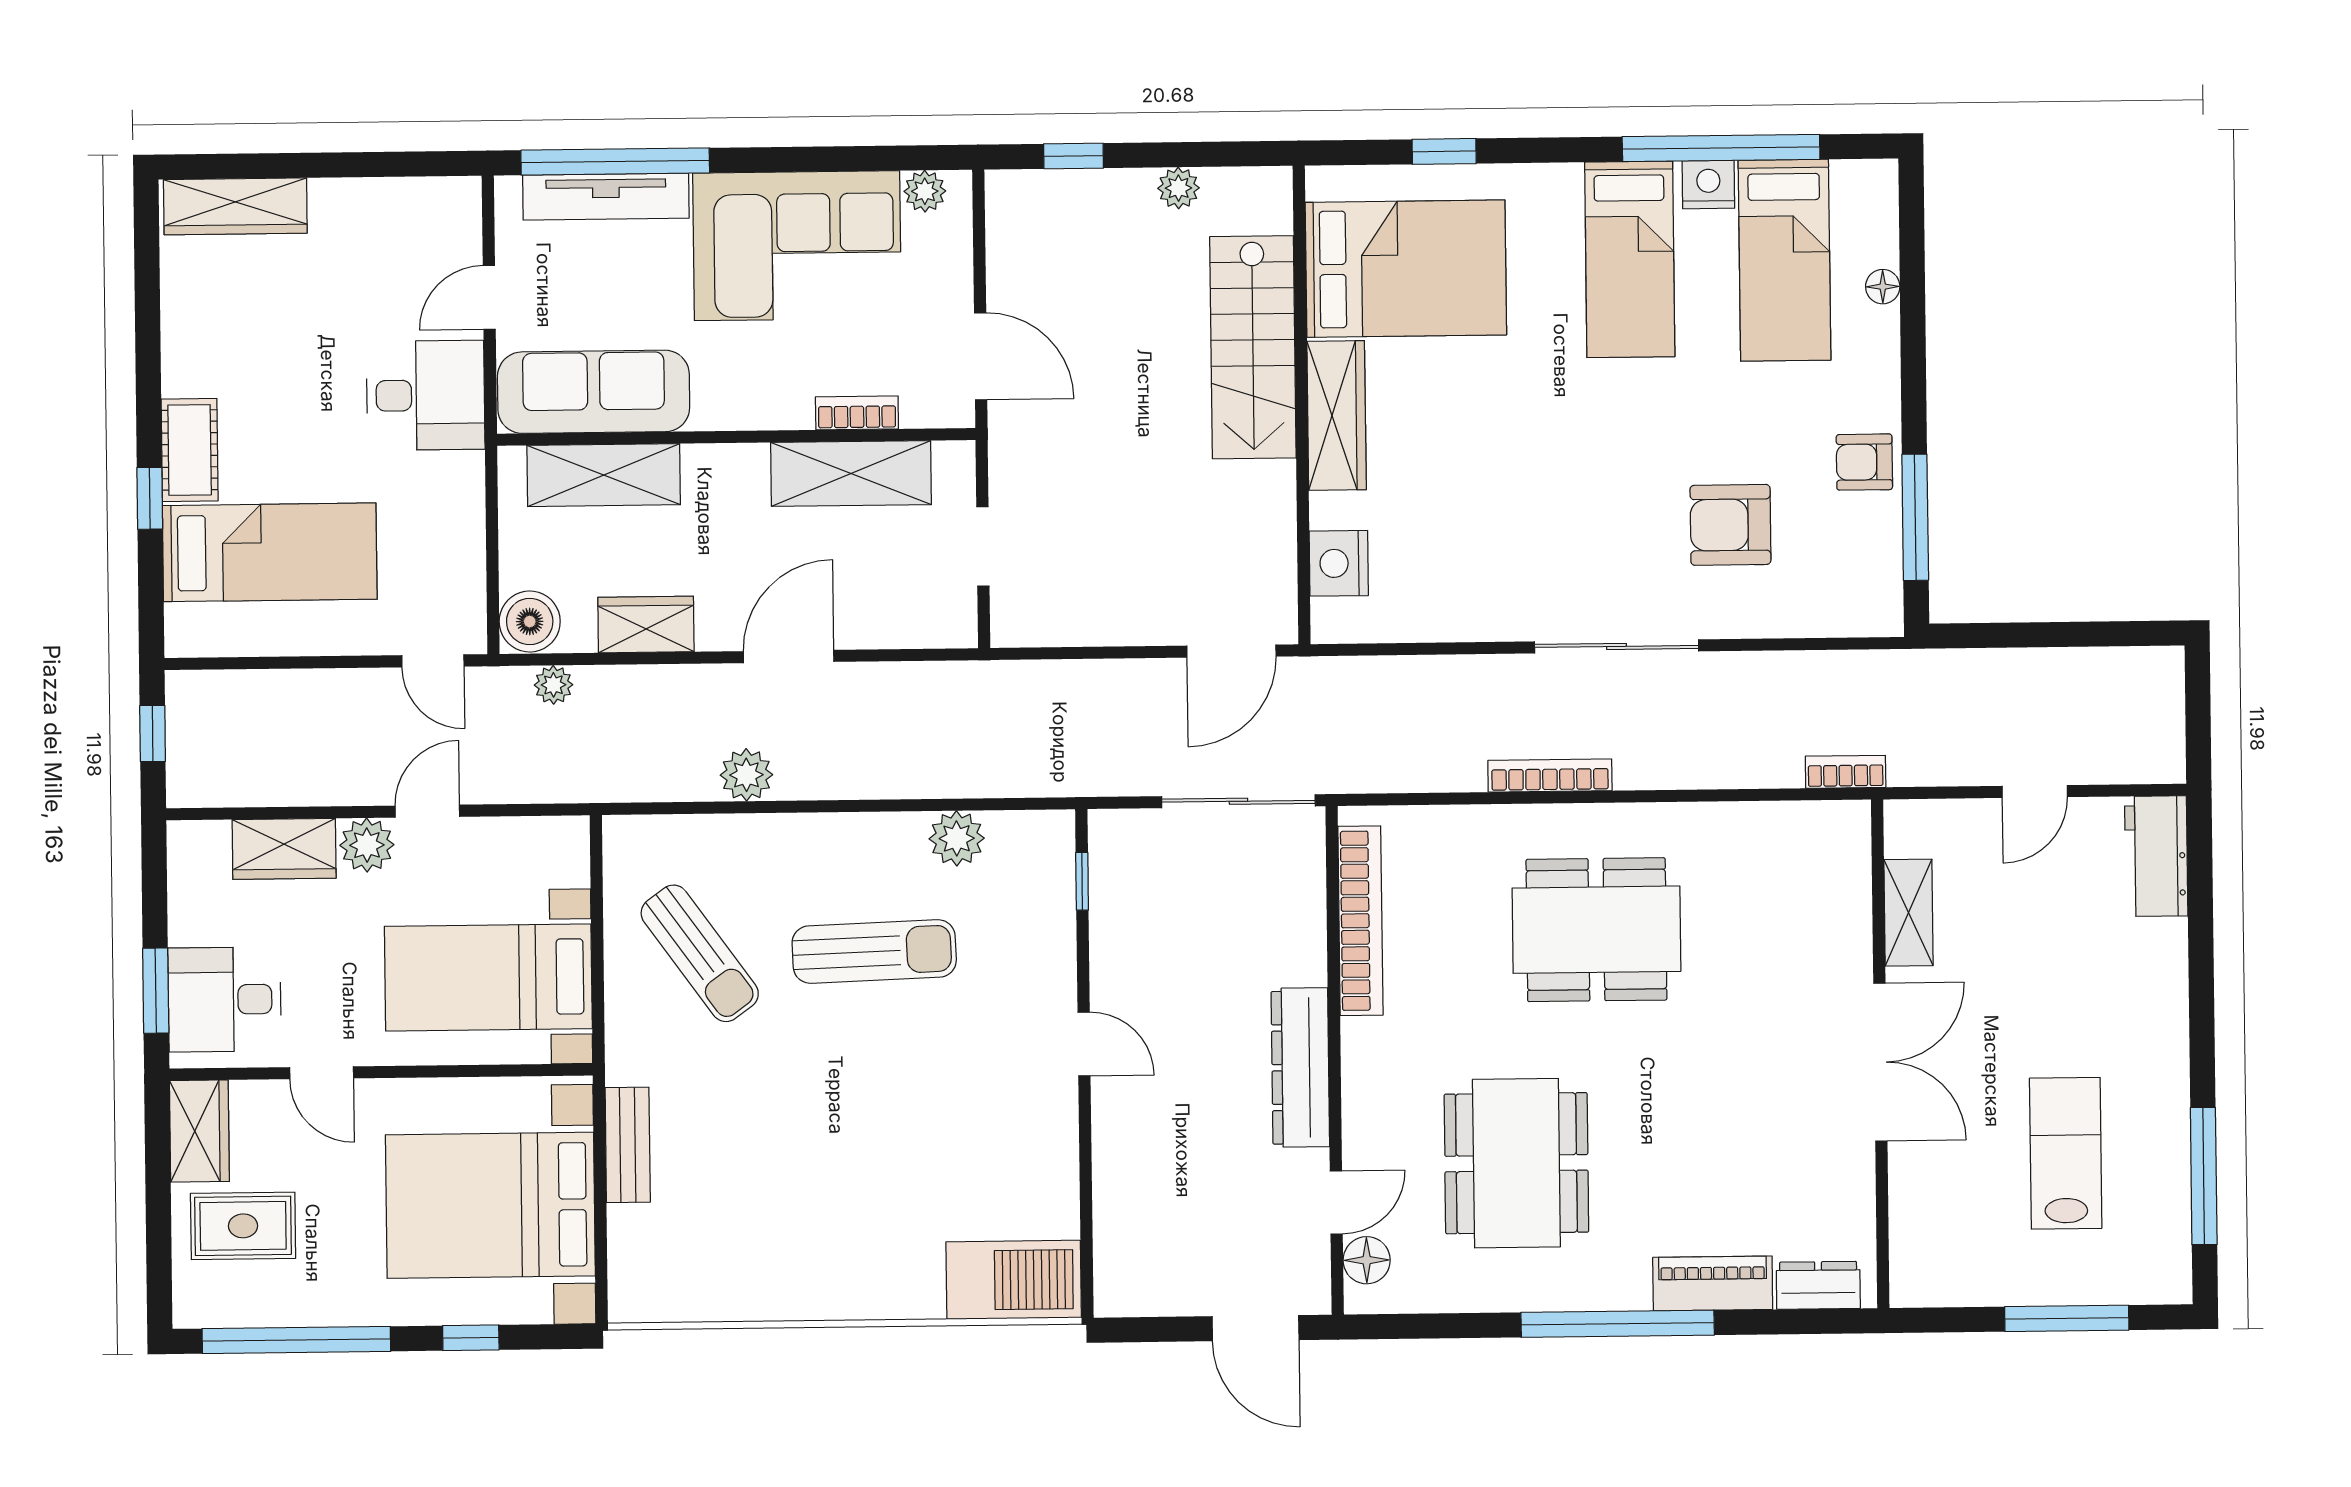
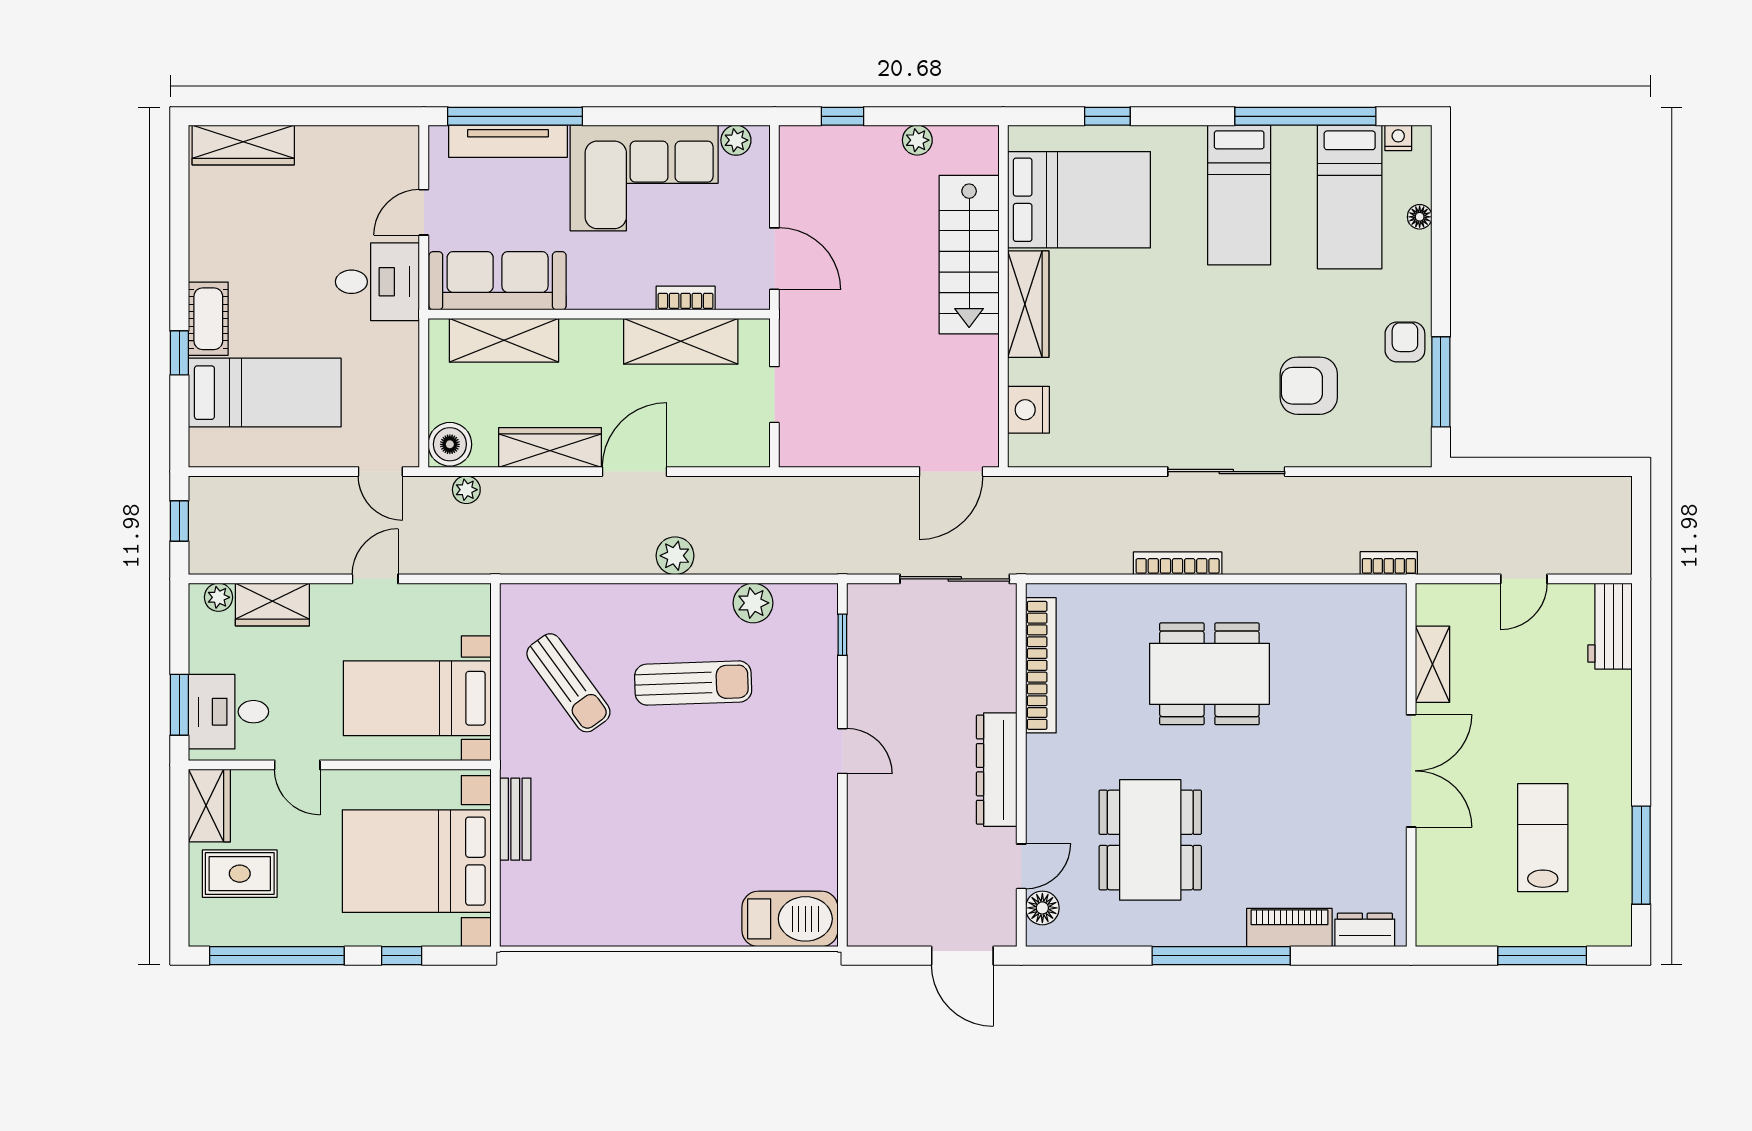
nightstand: (1708, 185) -> (1398, 138), moved, width x0.72, depth x0.74
armchair: (1864, 462) -> (1405, 342), turned 90
wardrobe: (646, 625) -> (550, 447), width x1.50
plant: (746, 775) -> (675, 556), moved
plant: (367, 845) -> (218, 597), moved, width x0.73, depth x0.73

